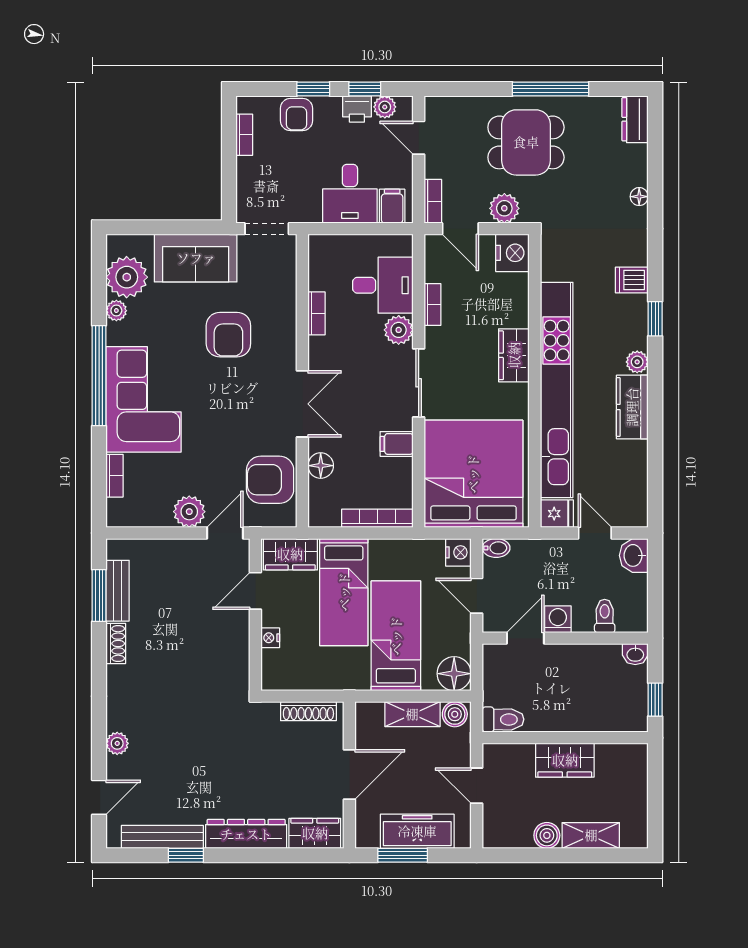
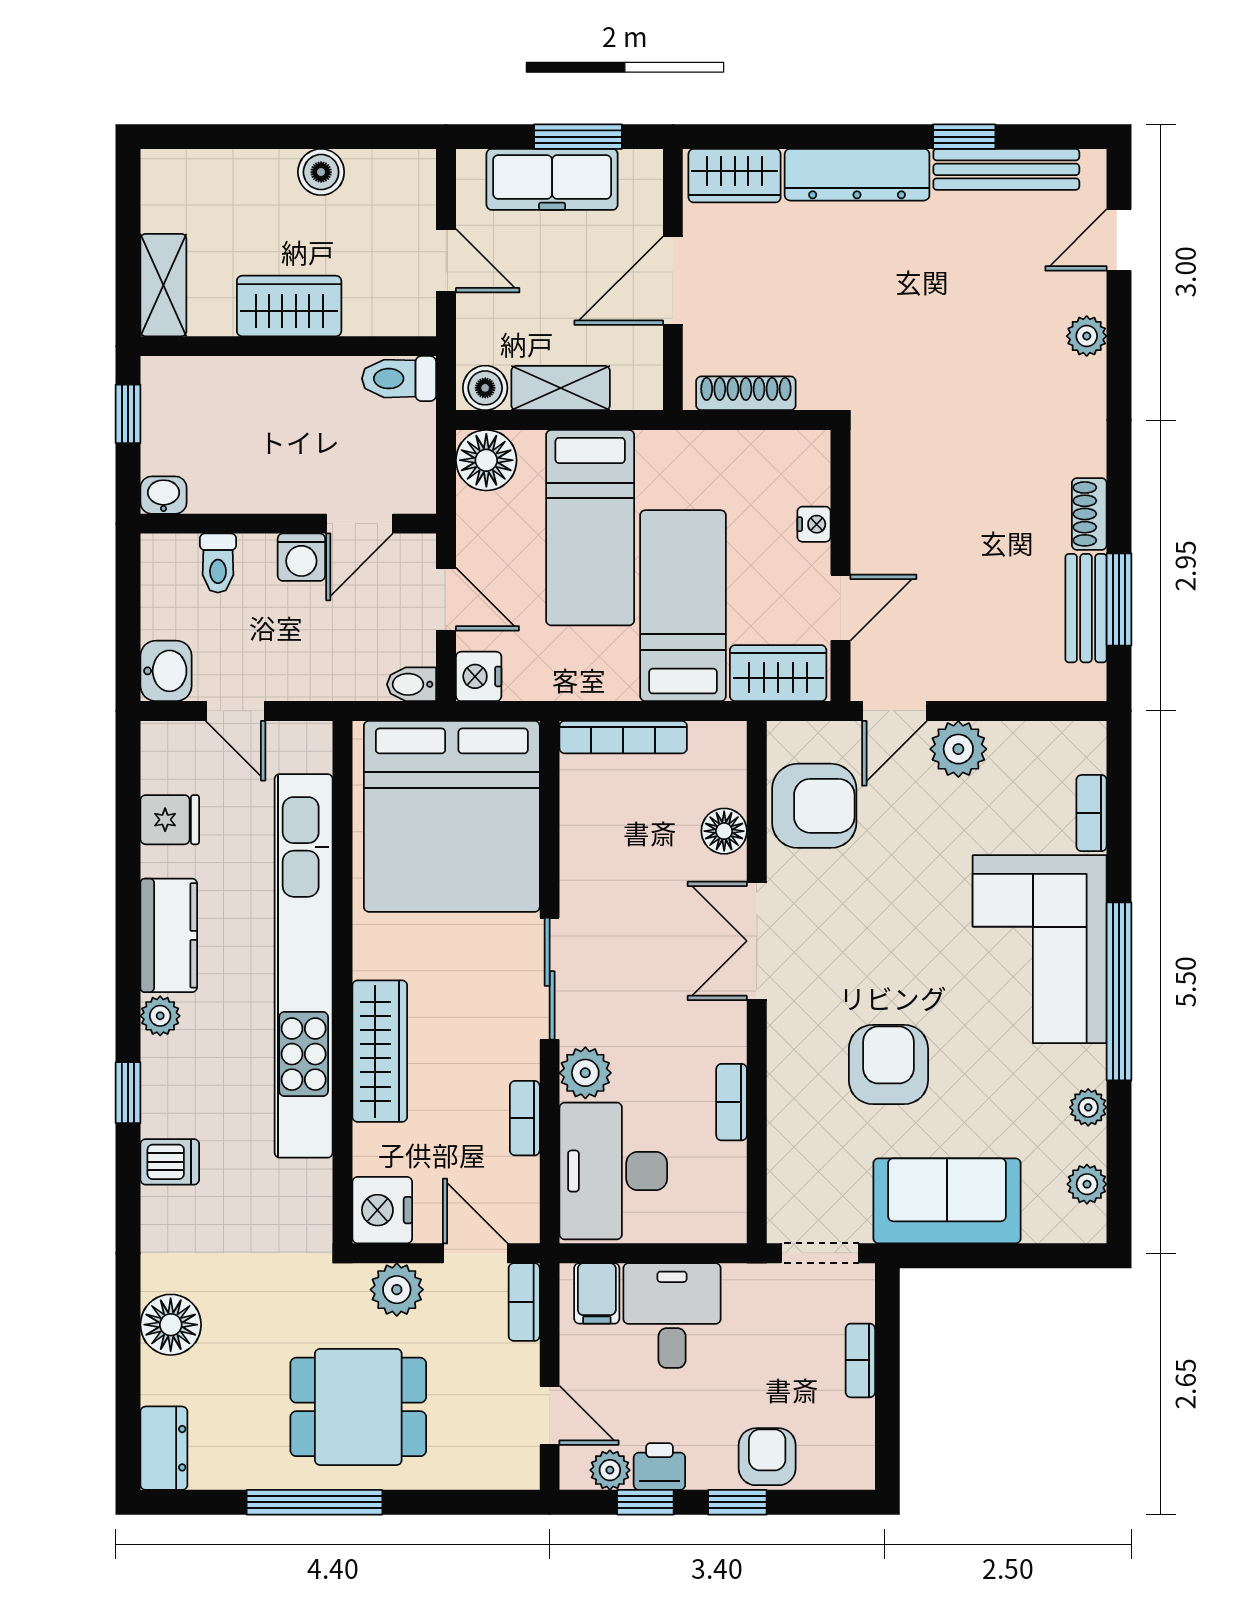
bookcase: (244, 135) -> (860, 1360), moved
floor lamp: (639, 197) -> (171, 1325), width x1.89, depth x1.89
plant: (127, 277) -> (1087, 1184), width x0.53, depth x0.53
desk: (383, 285) -> (613, 1171), width x1.37
wardrobe: (514, 355) -> (380, 1051), width x1.50
filing cabinet: (397, 444) -> (589, 870), removed
fridge: (557, 514) -> (170, 820), moved, turned 180
shelving: (591, 835) -> (163, 285), moved, turned 90

